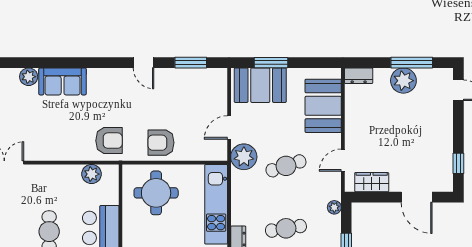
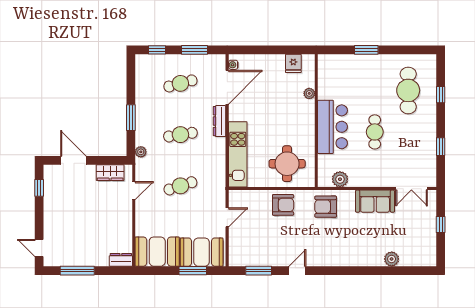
door: (143, 63) -> (297, 271), hinge flipped
sofa: (63, 81) -> (375, 201), moved, turned 180
plant: (403, 81) -> (84, 256), removed
booth: (323, 106) -> (157, 252), moved, turned 90
plant: (244, 157) -> (215, 193), removed

